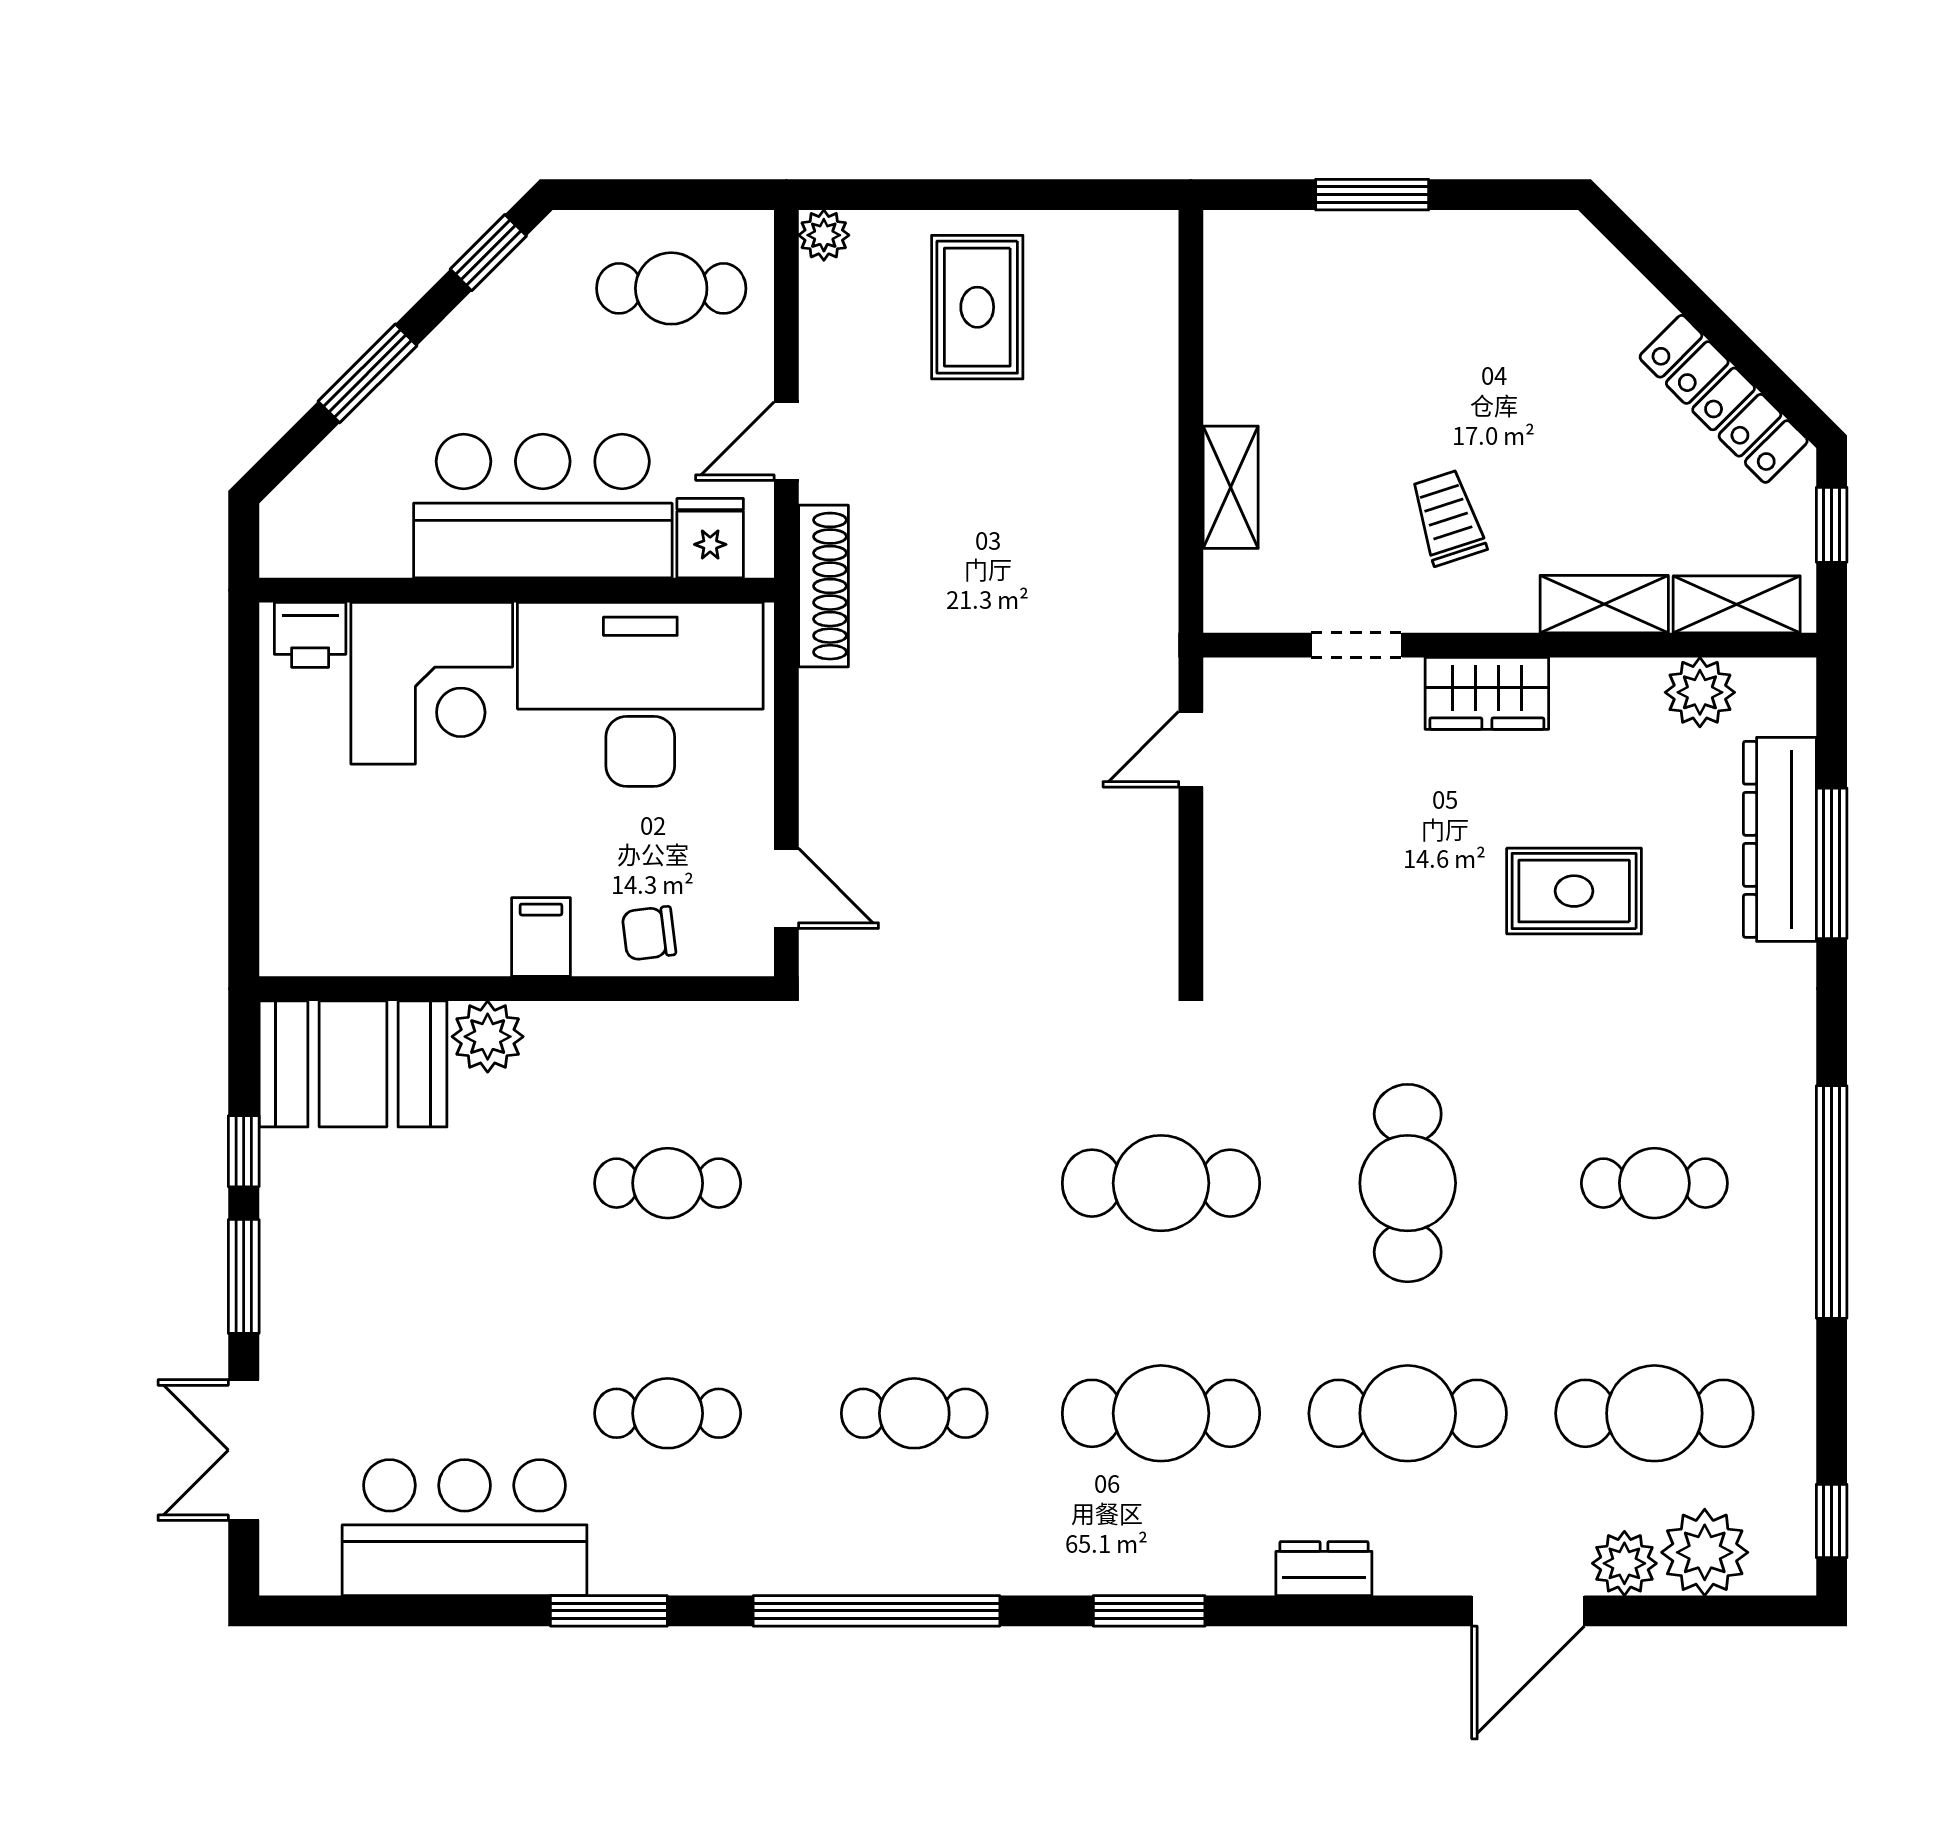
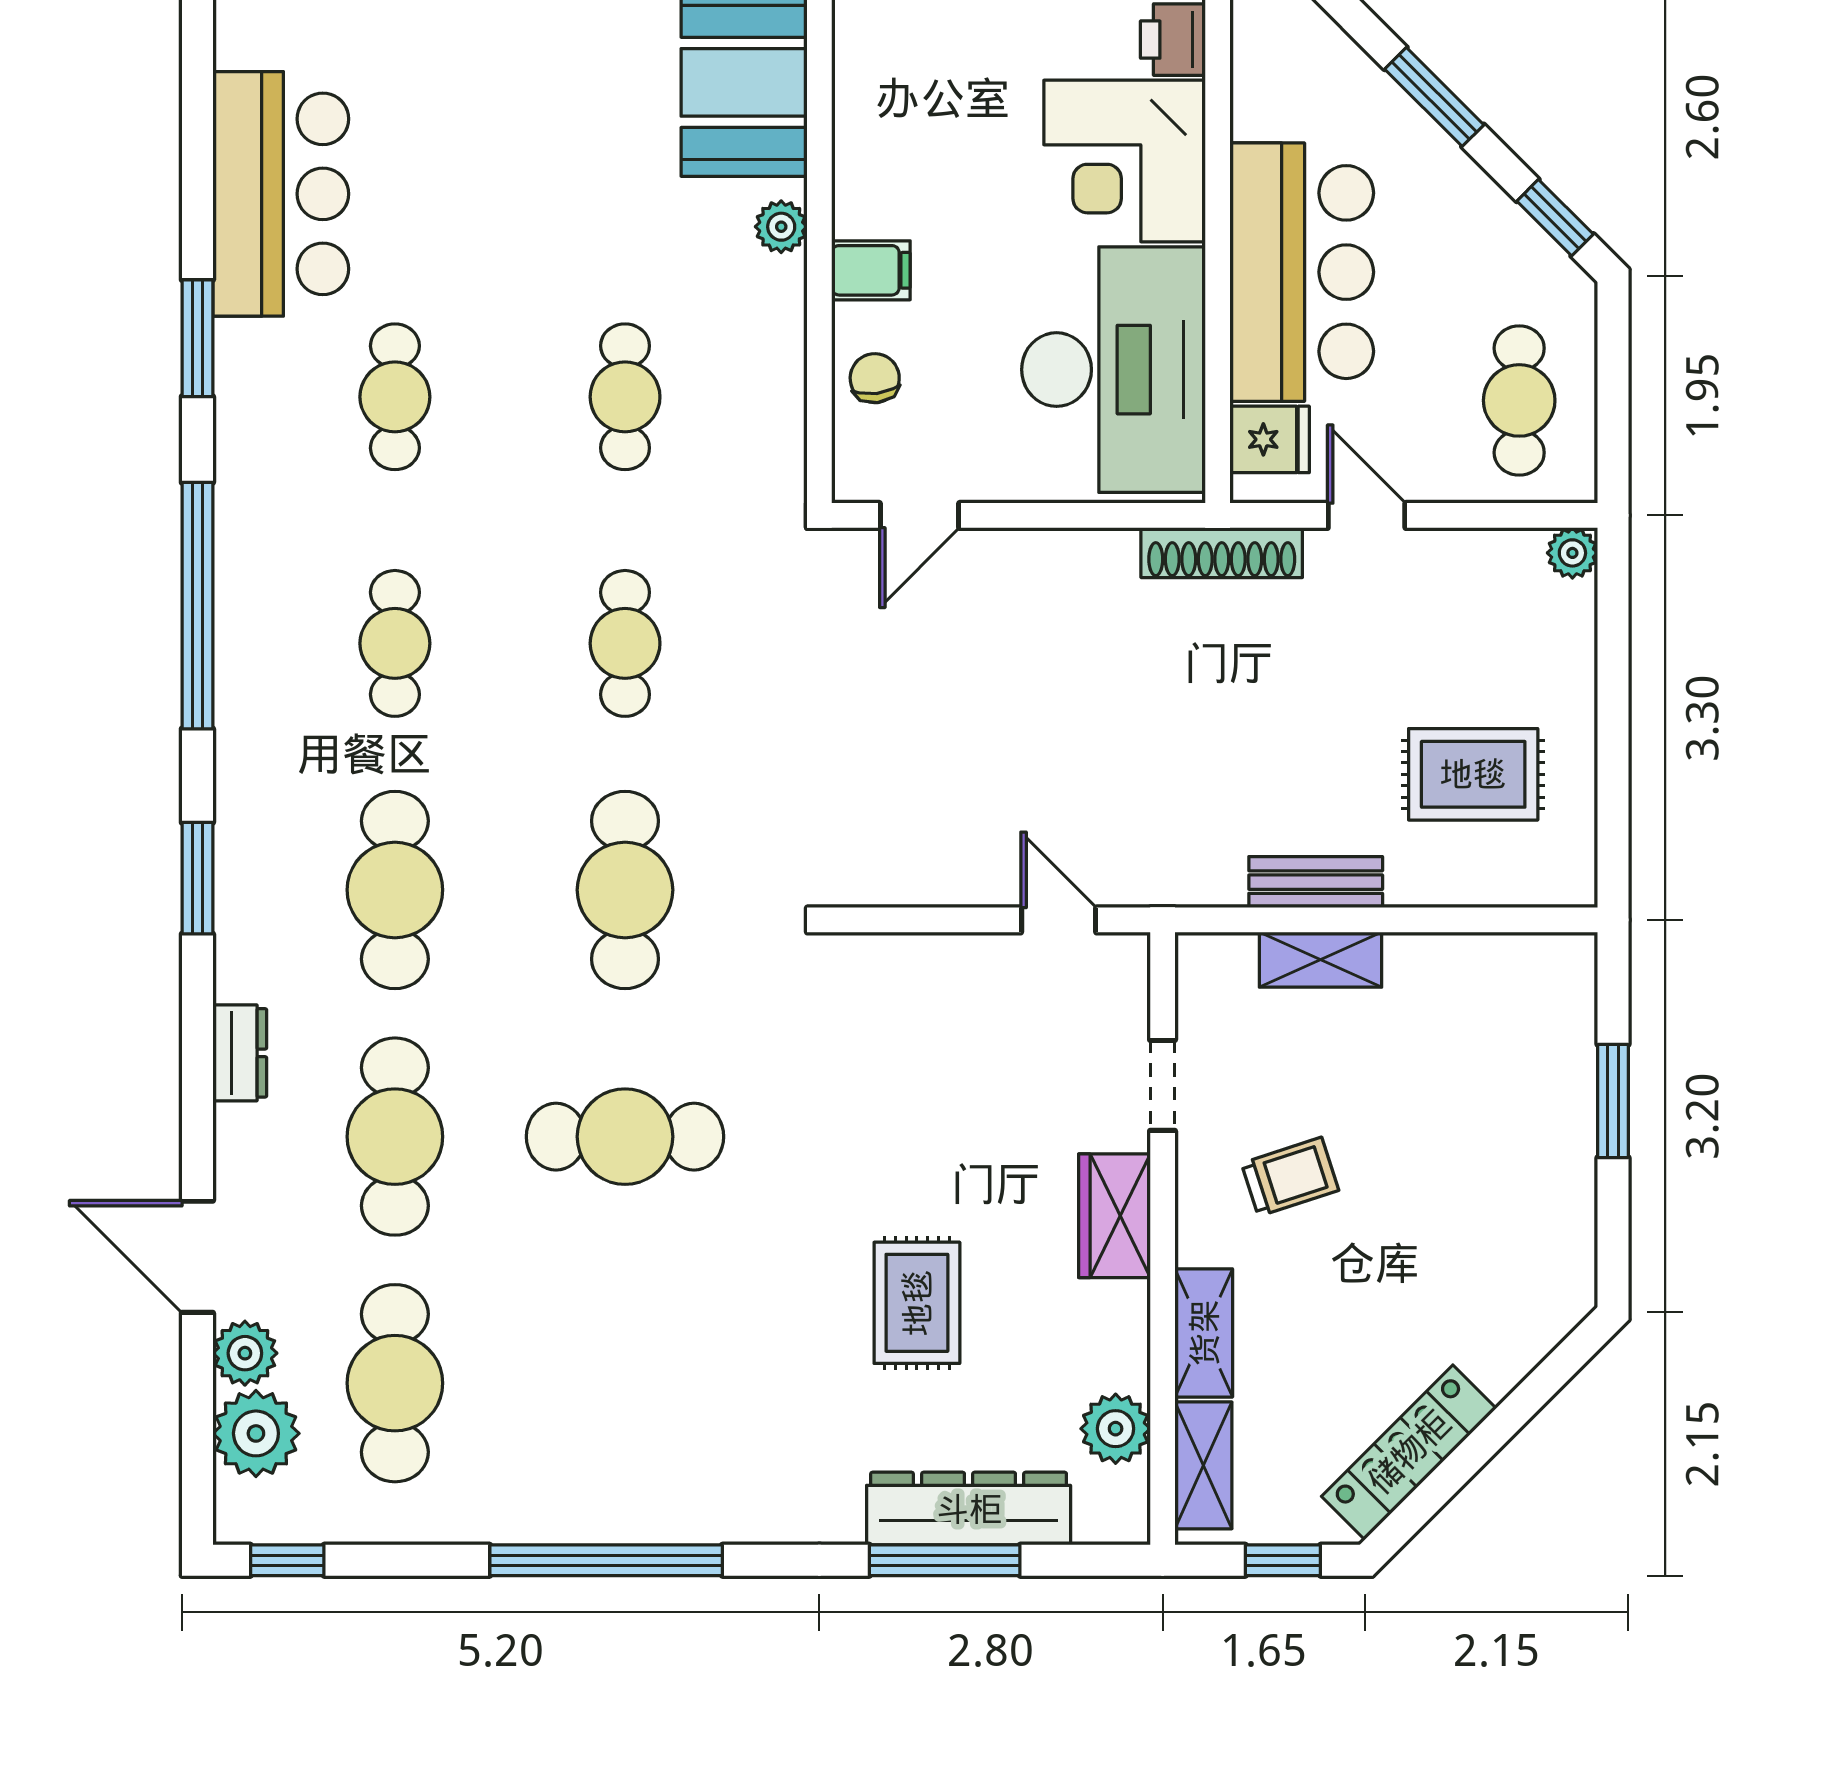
rug: (977, 307) -> (1473, 774), moved
bench: (1153, 492) -> (1316, 882), added
plant: (488, 1037) -> (781, 227), width x0.73, depth x0.73
cafe table: (1654, 1183) -> (625, 643), moved

